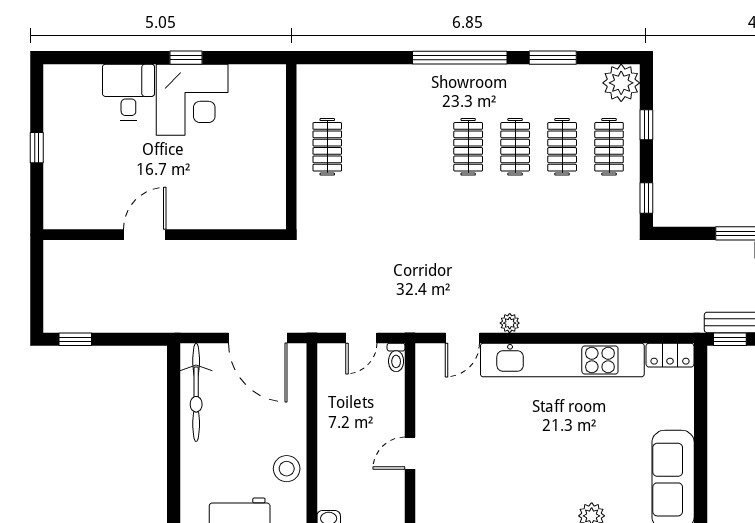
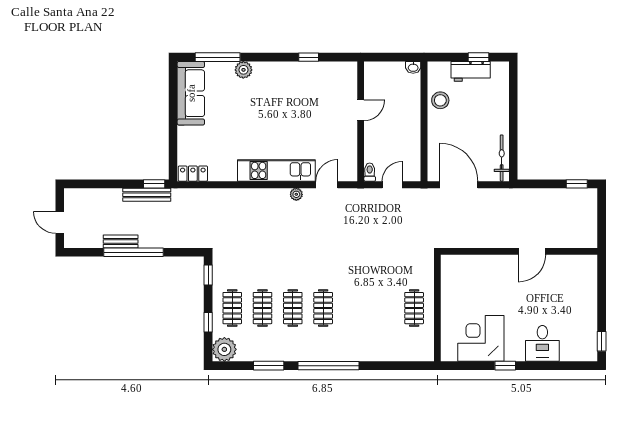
corner desk: (192, 100) -> (481, 338), moved
window: (37, 148) -> (602, 341), moved
kitchen unit: (562, 360) -> (276, 170), width x0.73
bicycle: (196, 392) -> (502, 158), width x0.73, depth x0.71

